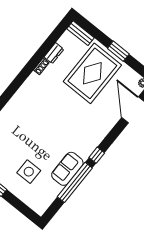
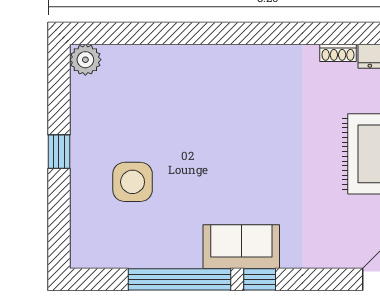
sofa: (67, 169) -> (241, 247), moved

